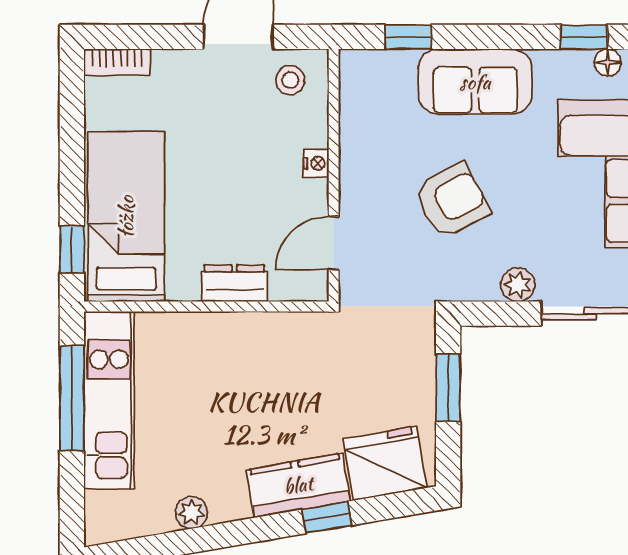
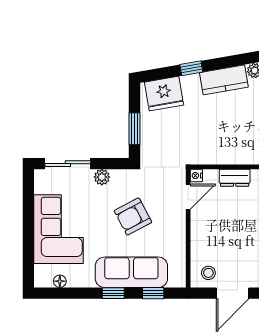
window: (584, 37) -> (113, 293), moved
sofa: (475, 82) -> (131, 272), width x1.36
nightstand: (316, 163) -> (196, 176), moved
kitchen counter: (298, 485) -> (224, 80), moved

